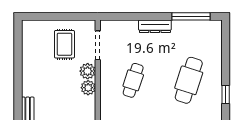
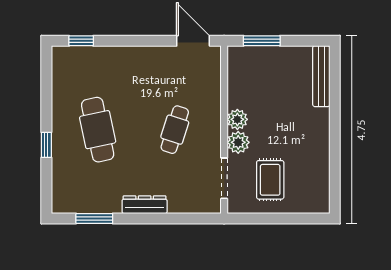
window: (191, 16) -> (94, 219), width x0.69
cafe table: (189, 80) -> (98, 130), turned -30
window: (226, 94) -> (46, 145), moved

